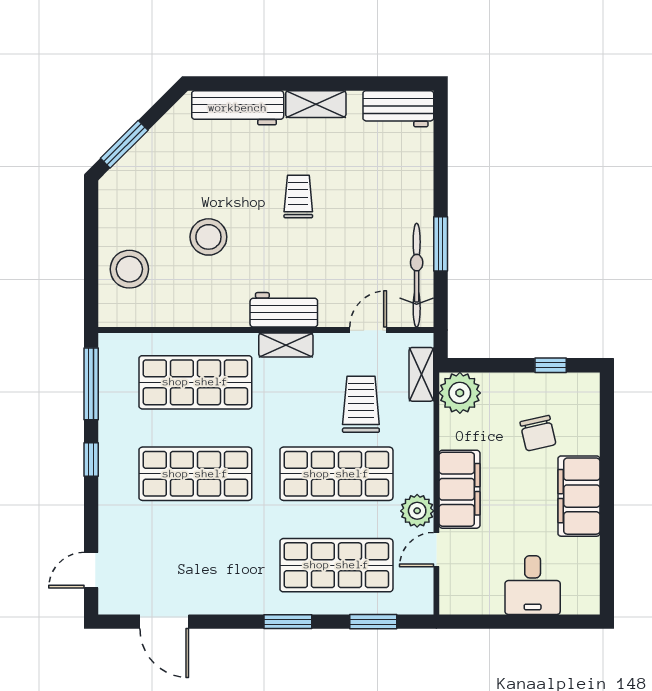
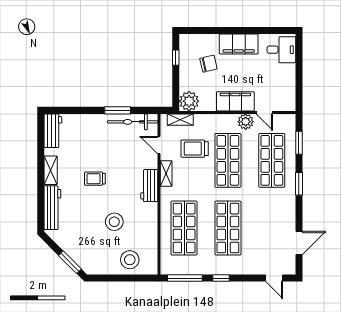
shelving: (286, 345) -> (166, 174), moved
desk: (533, 585) -> (281, 50), moved

